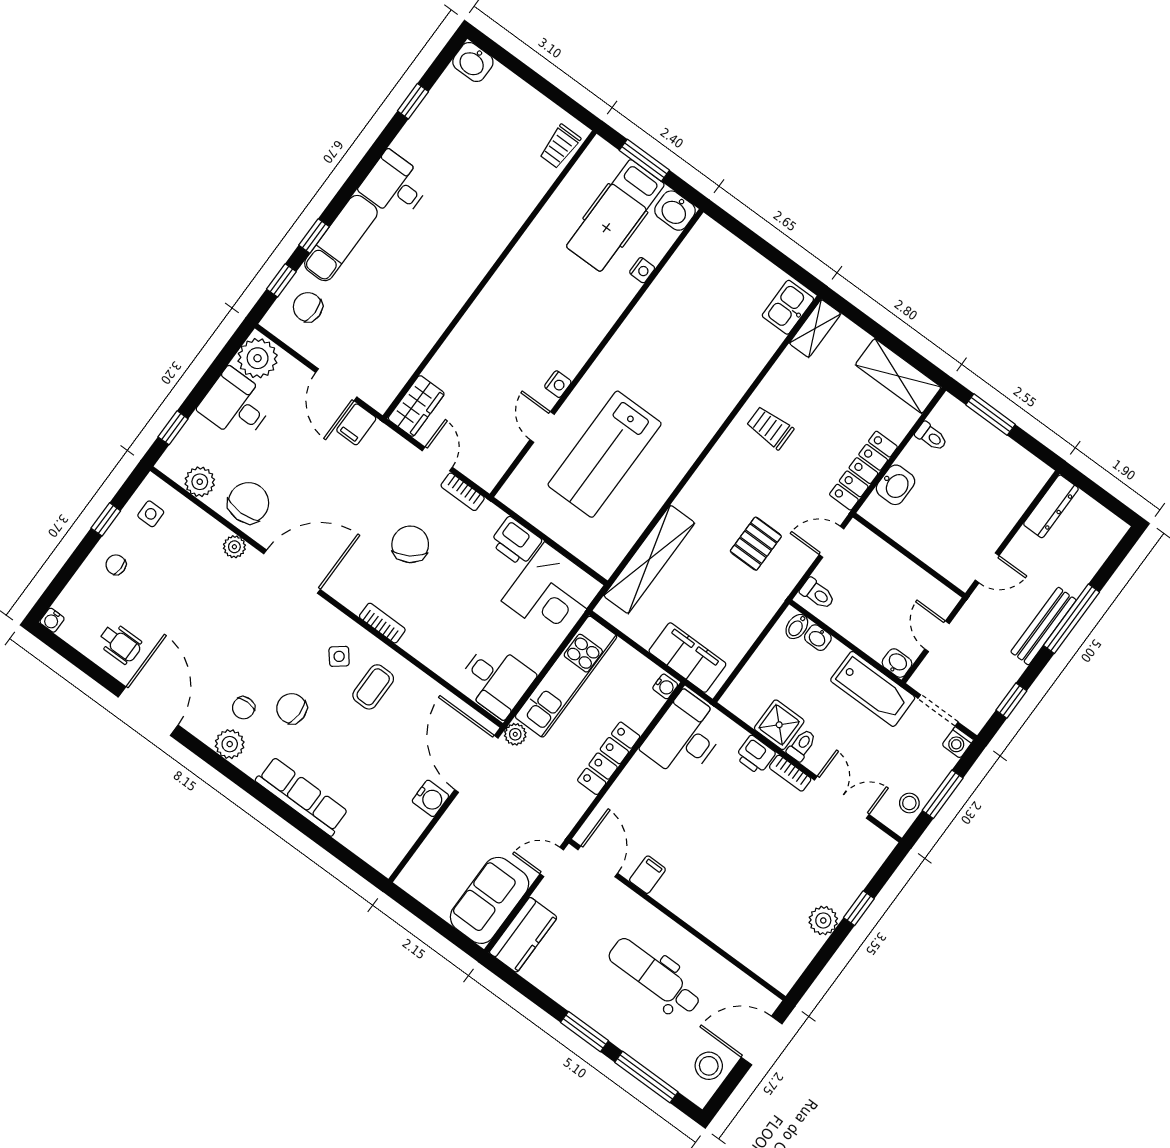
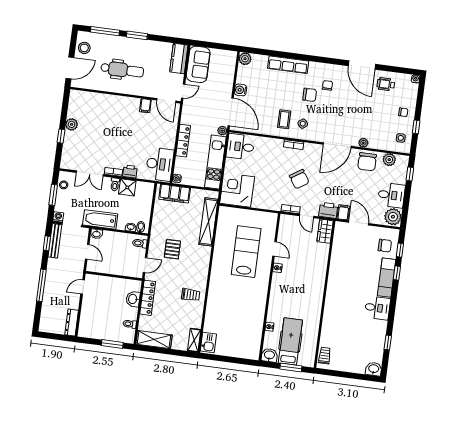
printer: (516, 542) -> (328, 210), moved
bench: (1043, 626) -> (55, 241), moved
plant: (230, 744) -> (245, 59), moved

